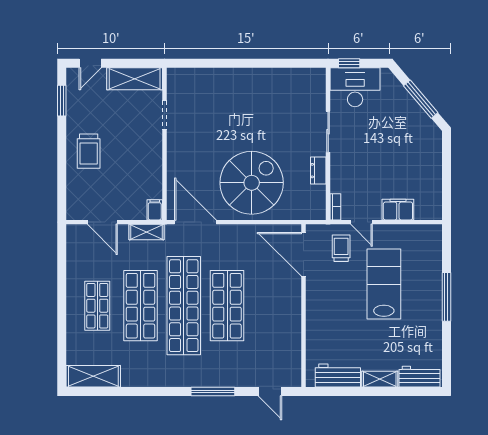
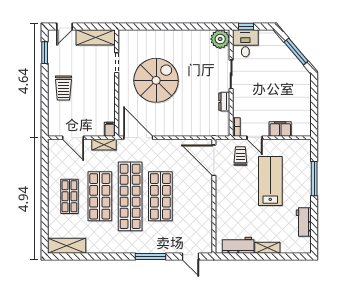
plant: (312, 81) -> (220, 39), added
desk: (355, 87) -> (245, 43), width x0.73
spiral stairs: (252, 183) -> (156, 80), moved
window: (446, 297) -> (314, 179), moved
workbench: (419, 377) -> (304, 222), moved, turned -90

